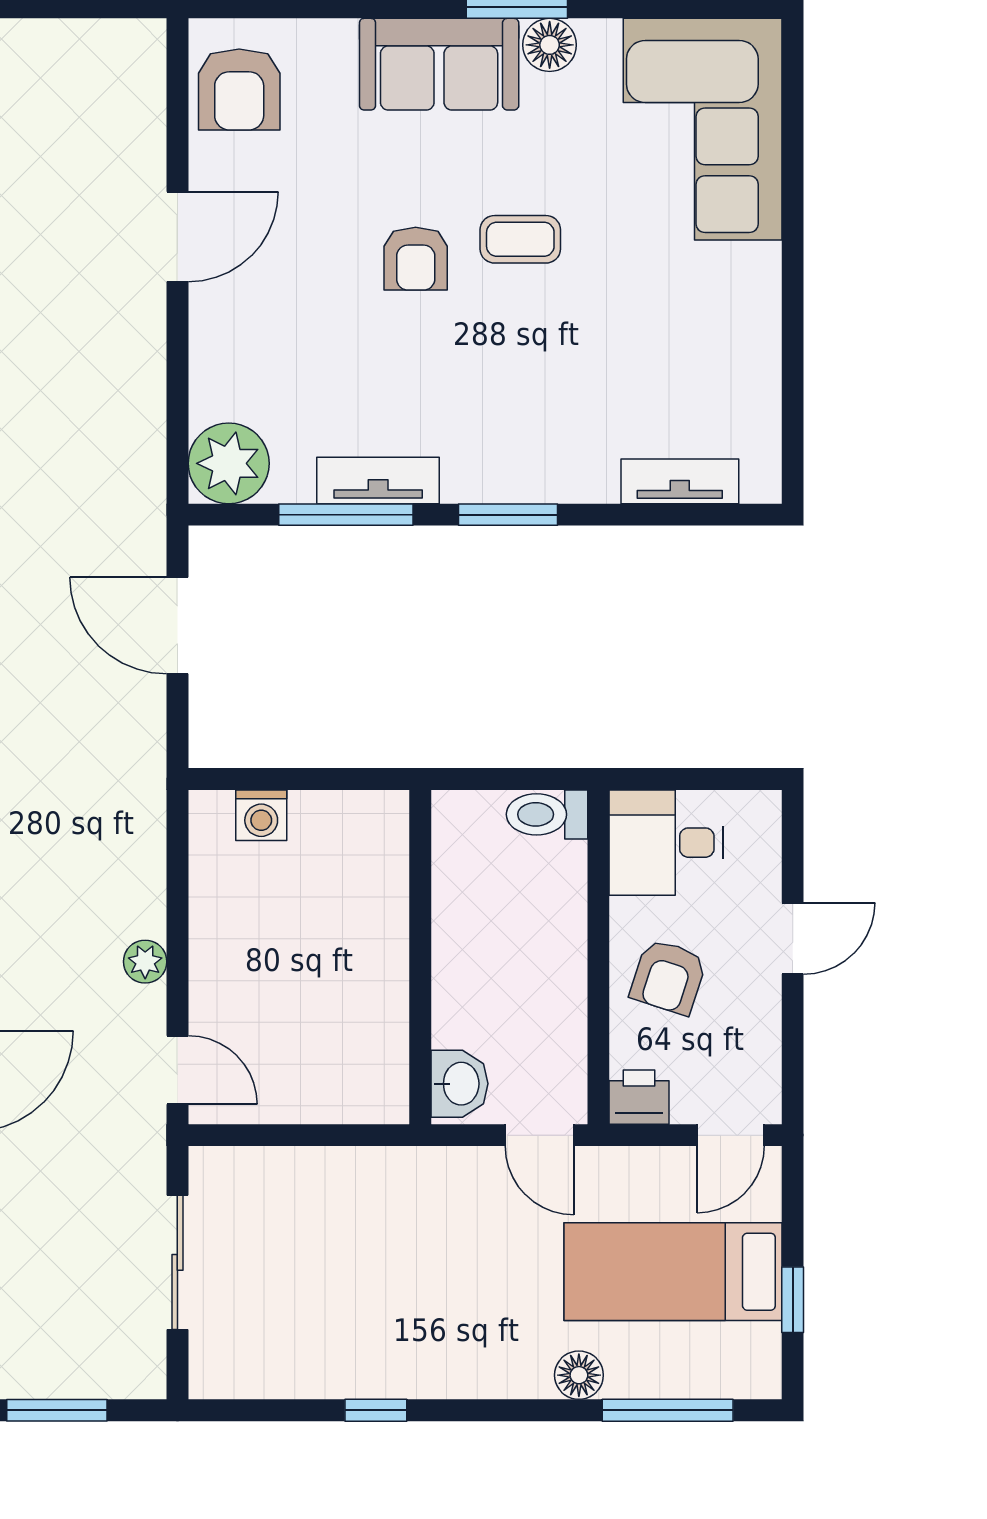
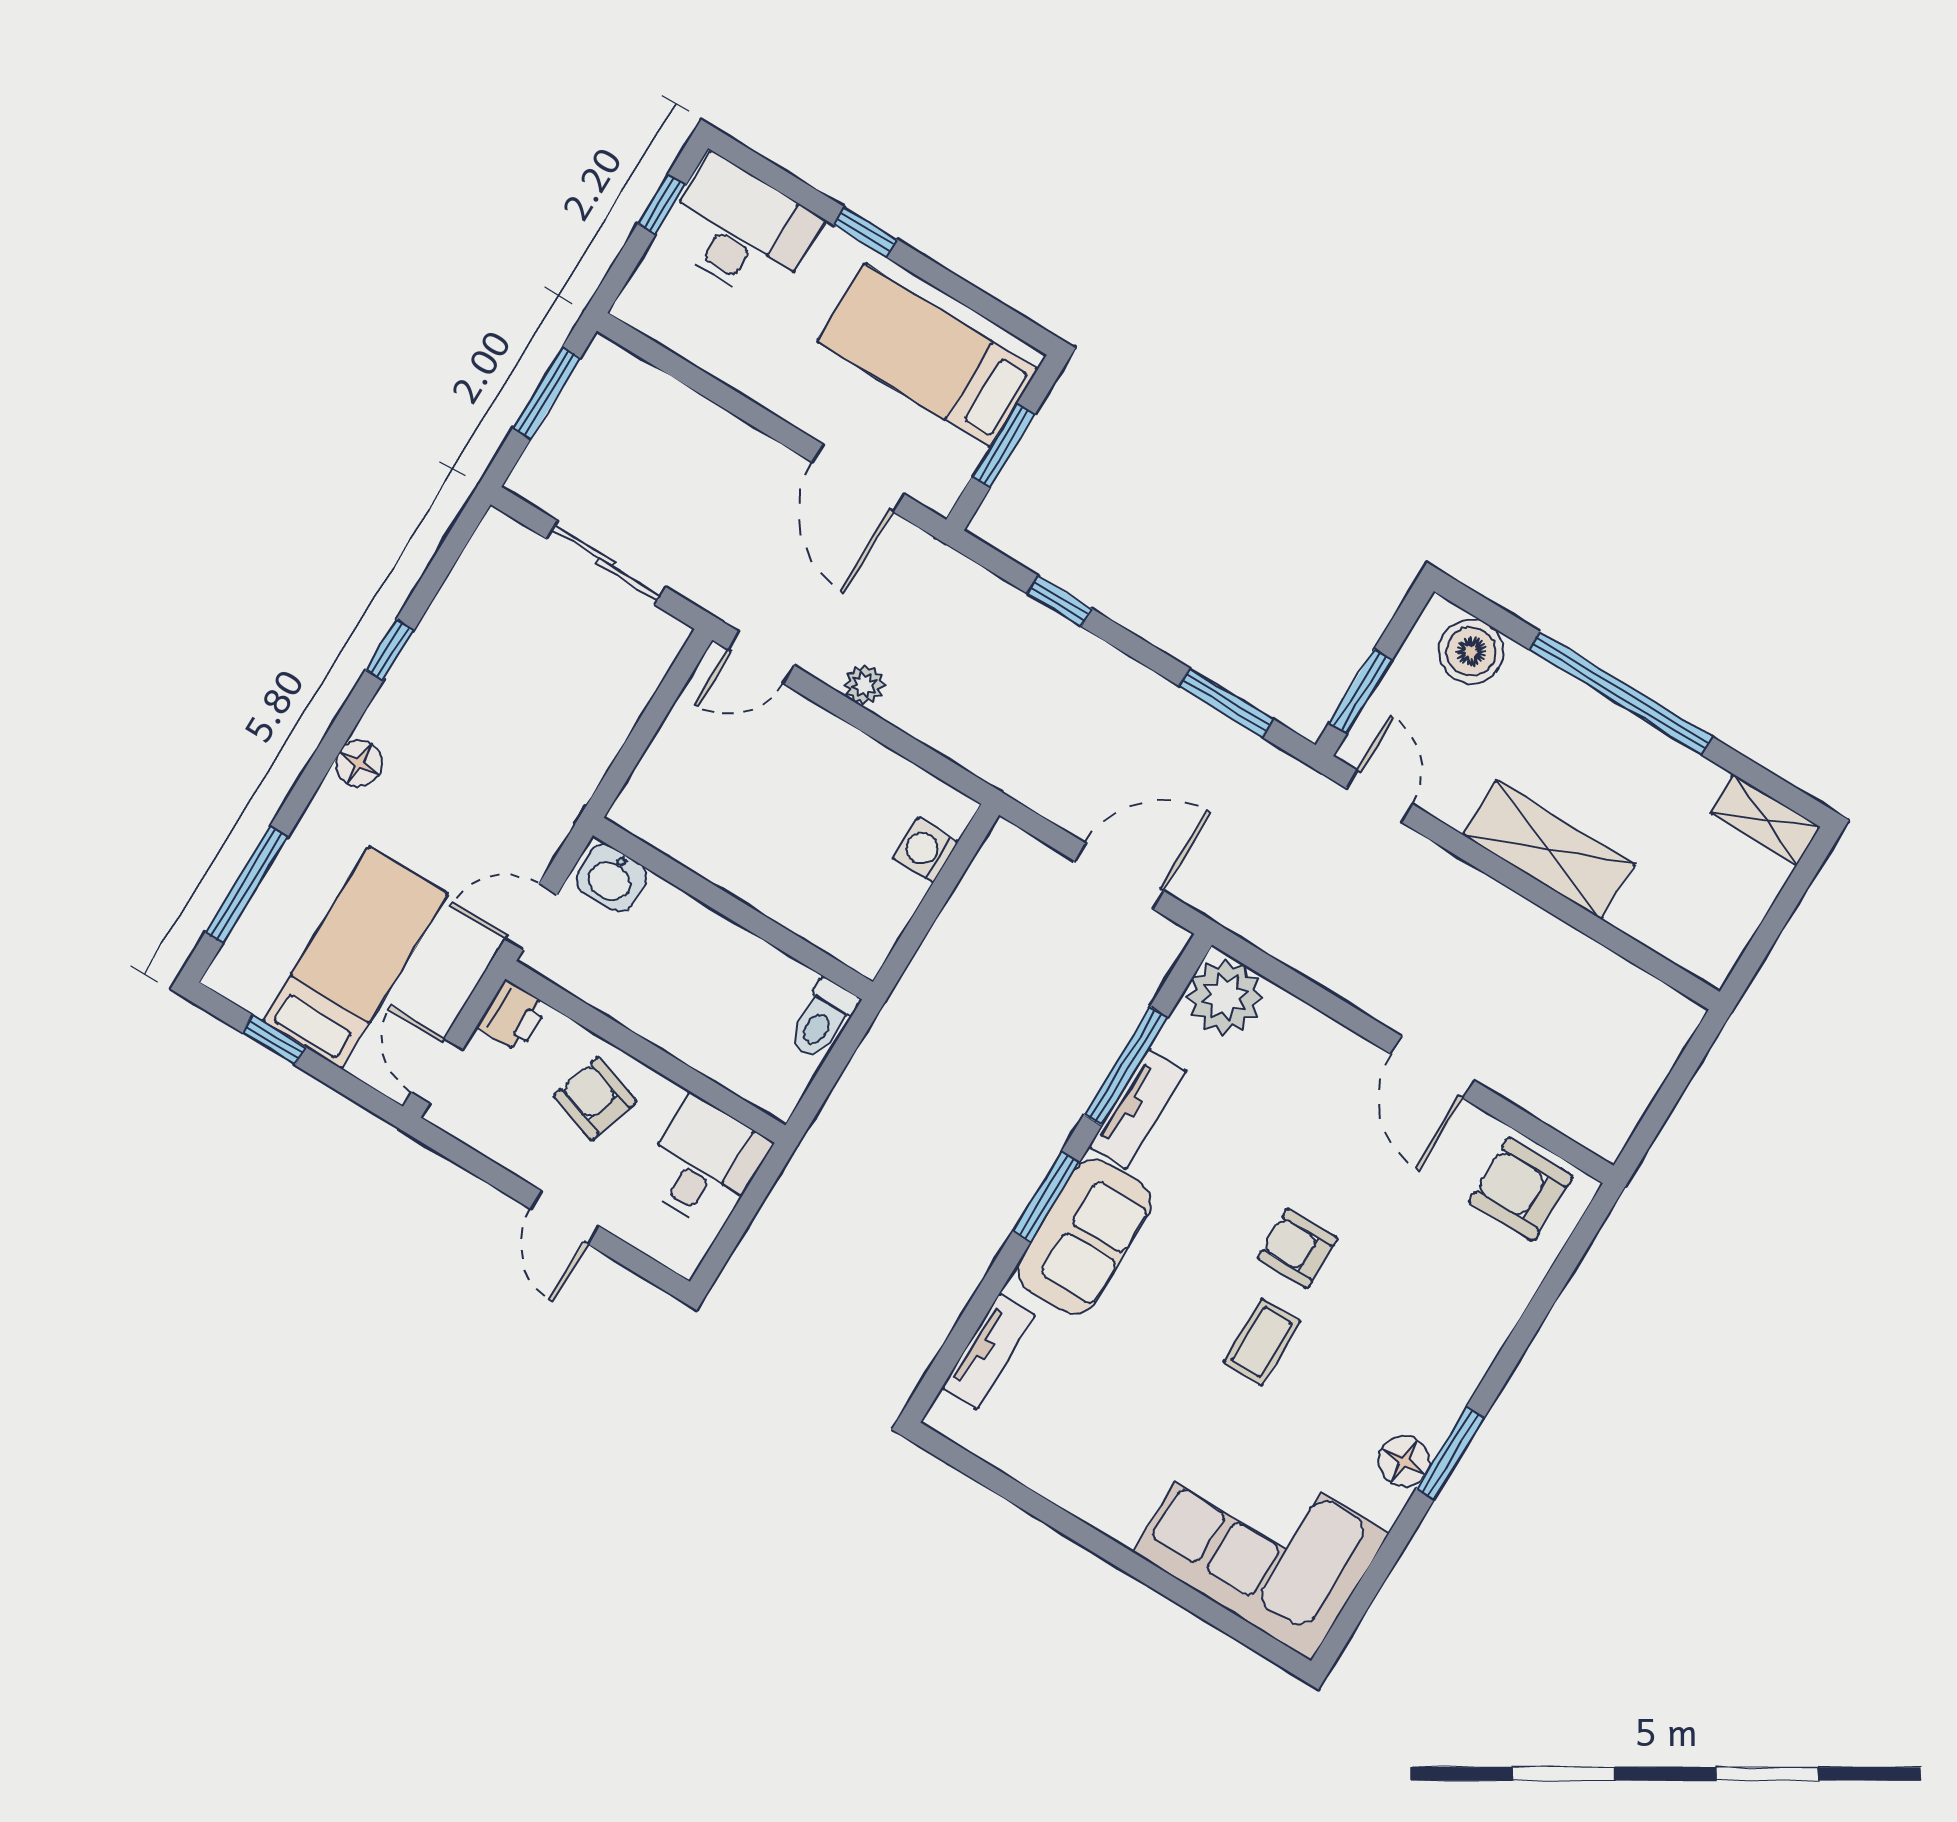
sofa: (439, 64) -> (1084, 1237), moved, turned 180
toilet: (547, 814) -> (822, 1020), moved, turned 180
floor lamp: (579, 1375) -> (359, 764), moved

